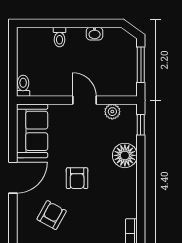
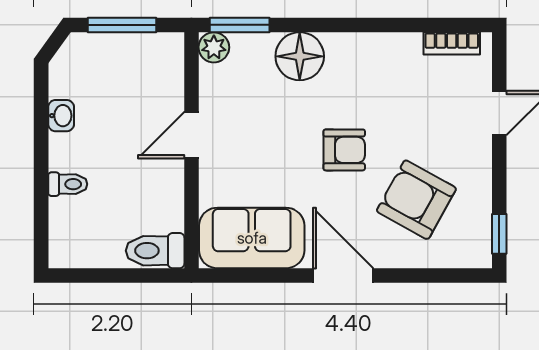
toilet: (23, 86) -> (155, 251), width x1.37, depth x1.39
plant: (112, 112) -> (214, 47), moved
window: (141, 125) -> (240, 25), width x1.50
armchair: (52, 215) -> (416, 200), width x1.38, depth x1.38

